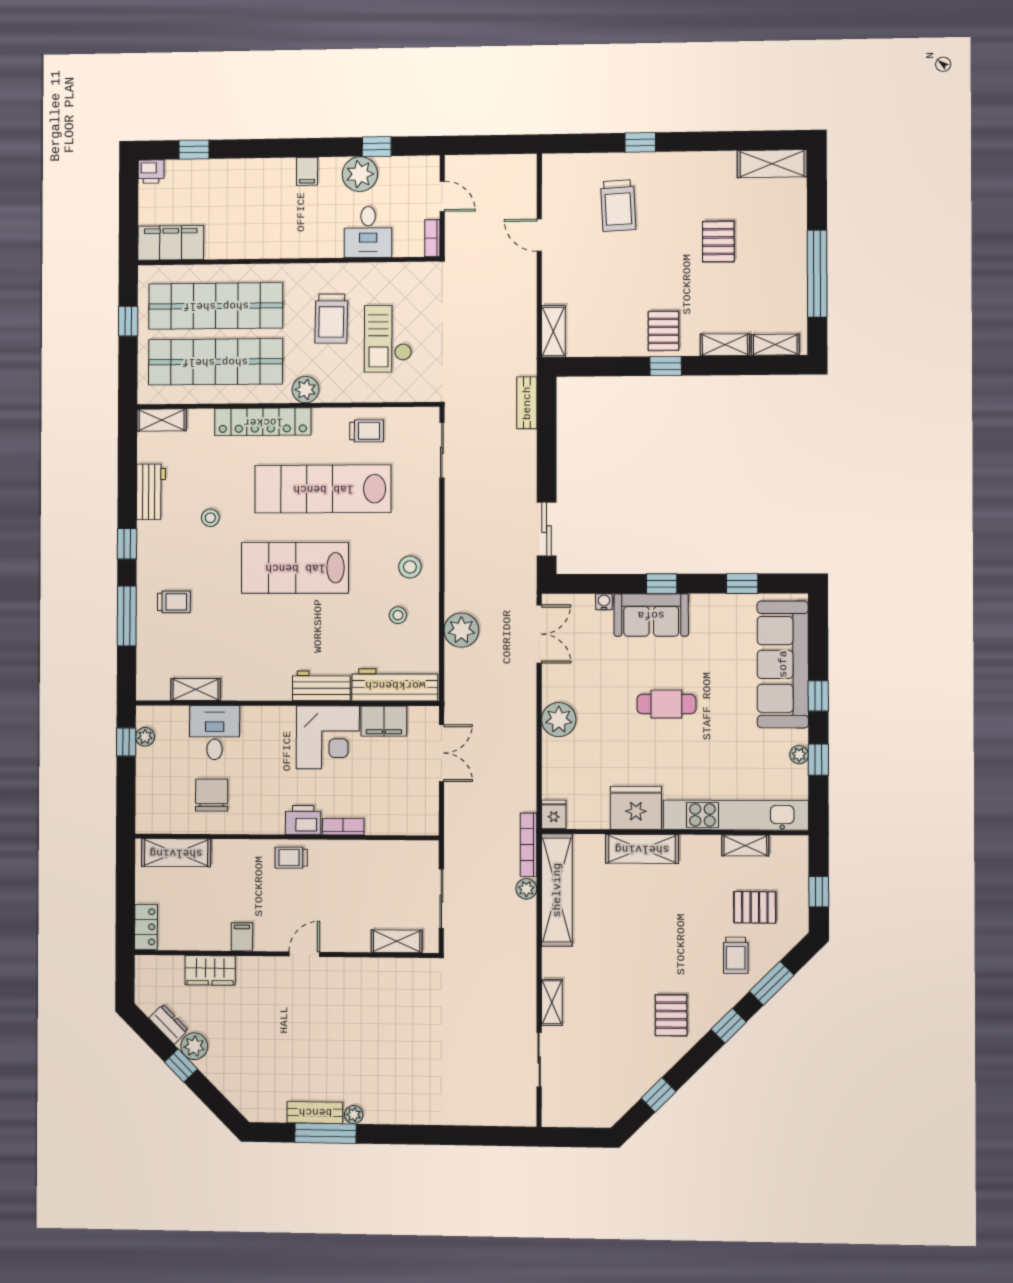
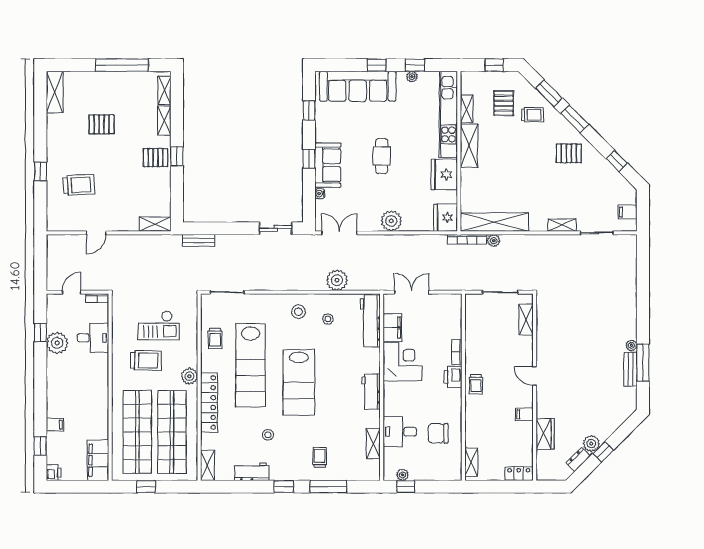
filing cabinet: (307, 171) -> (55, 425), moved
trolley: (367, 431) -> (215, 338), turned 180
workbench: (321, 686) -> (371, 392), moved
fridge: (554, 814) -> (446, 218), width x1.88, depth x1.34
shelving: (642, 849) -> (469, 146), moved
shelving: (176, 853) -> (471, 462), width x0.67, depth x0.75
window: (729, 1026) -> (575, 119), width x1.50
filing cabinet: (574, 1112) -> (628, 212), added

